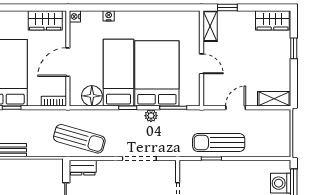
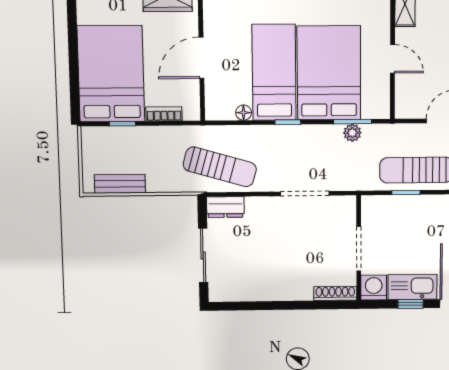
floor lamp: (92, 96) -> (244, 113), width x0.53, depth x0.53
bookcase: (54, 101) -> (164, 114), moved
plant: (151, 116) -> (352, 133), moved

